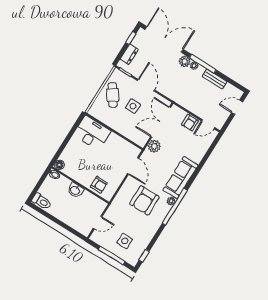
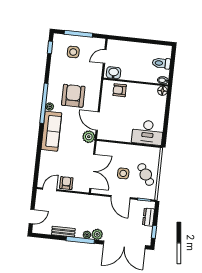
plant: (154, 146) -> (89, 137), moved
washbasin: (75, 190) -> (114, 73), moved
toilet: (42, 201) -> (161, 63), moved

